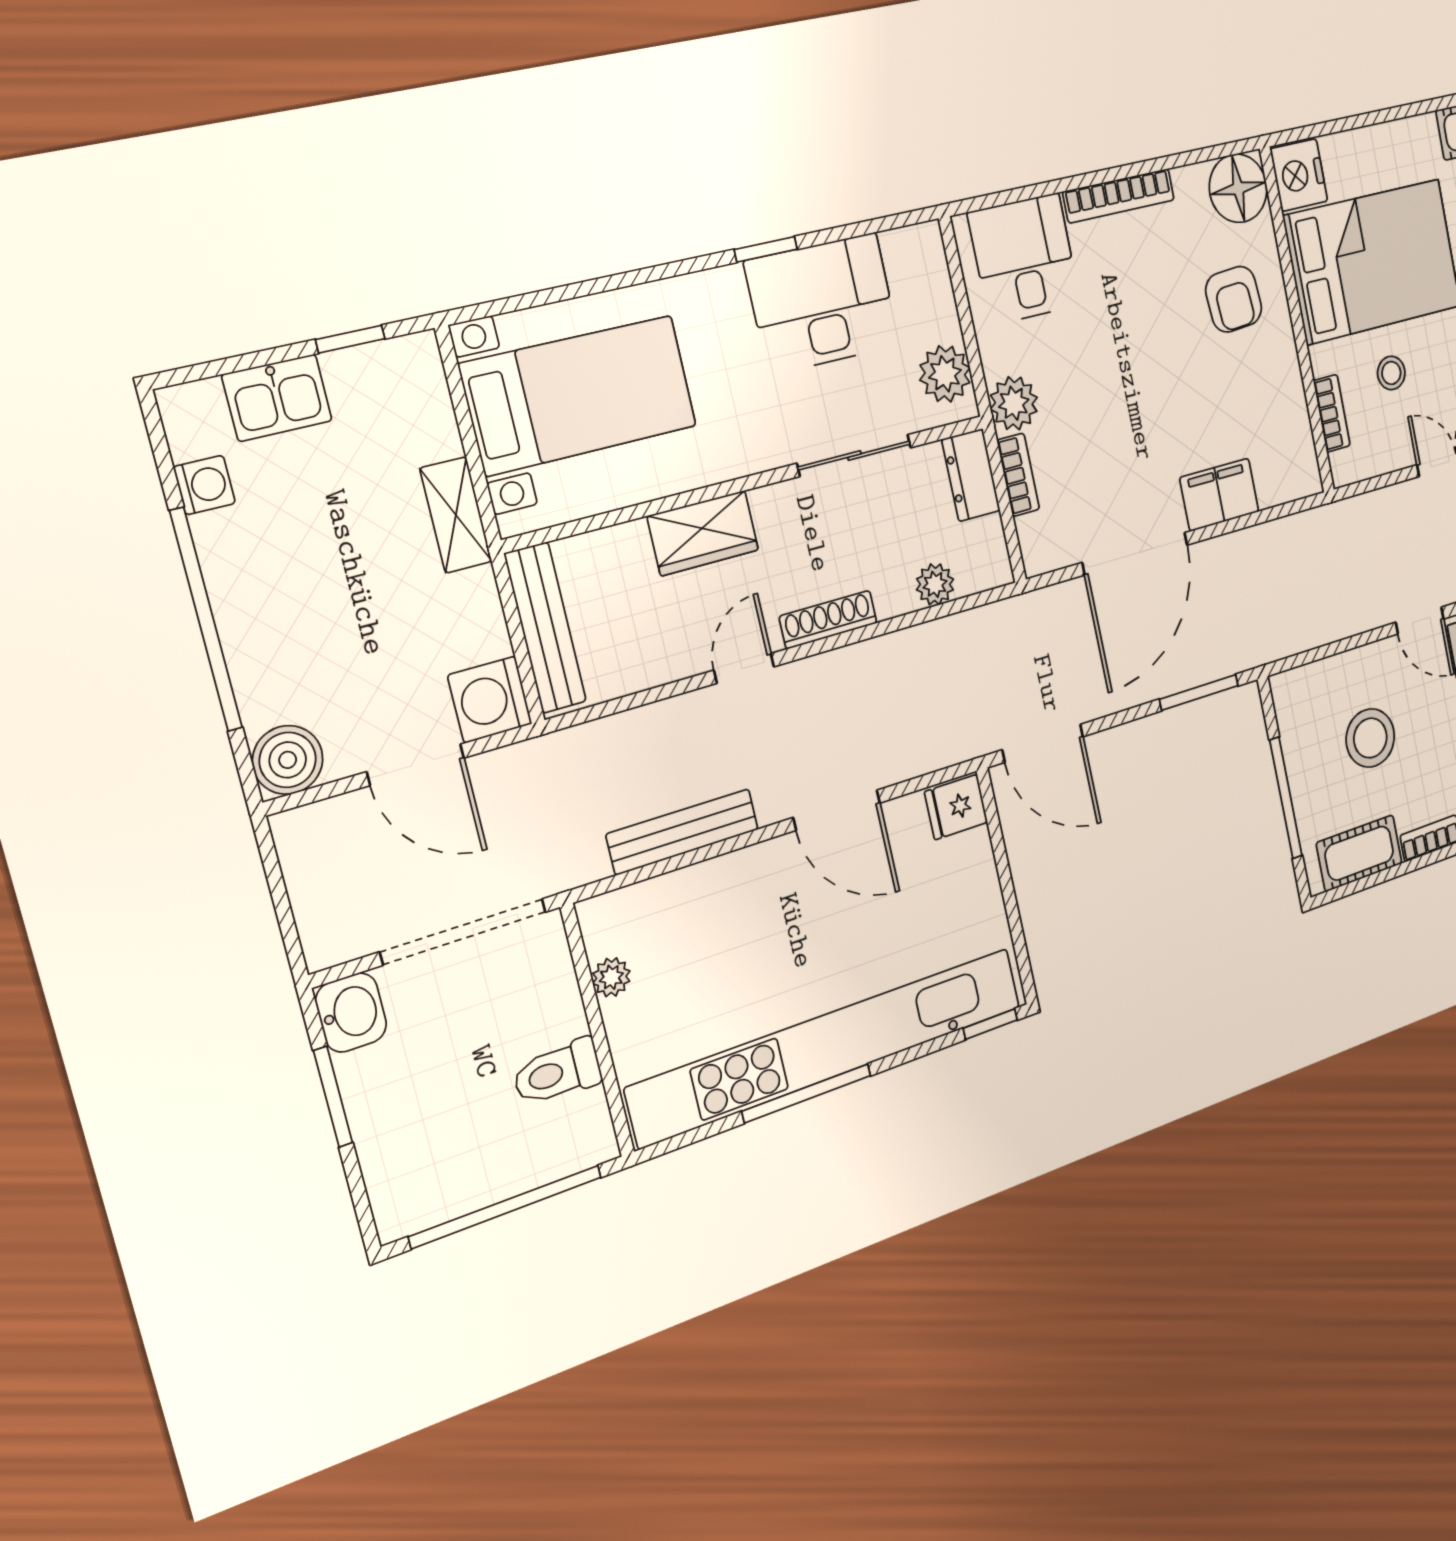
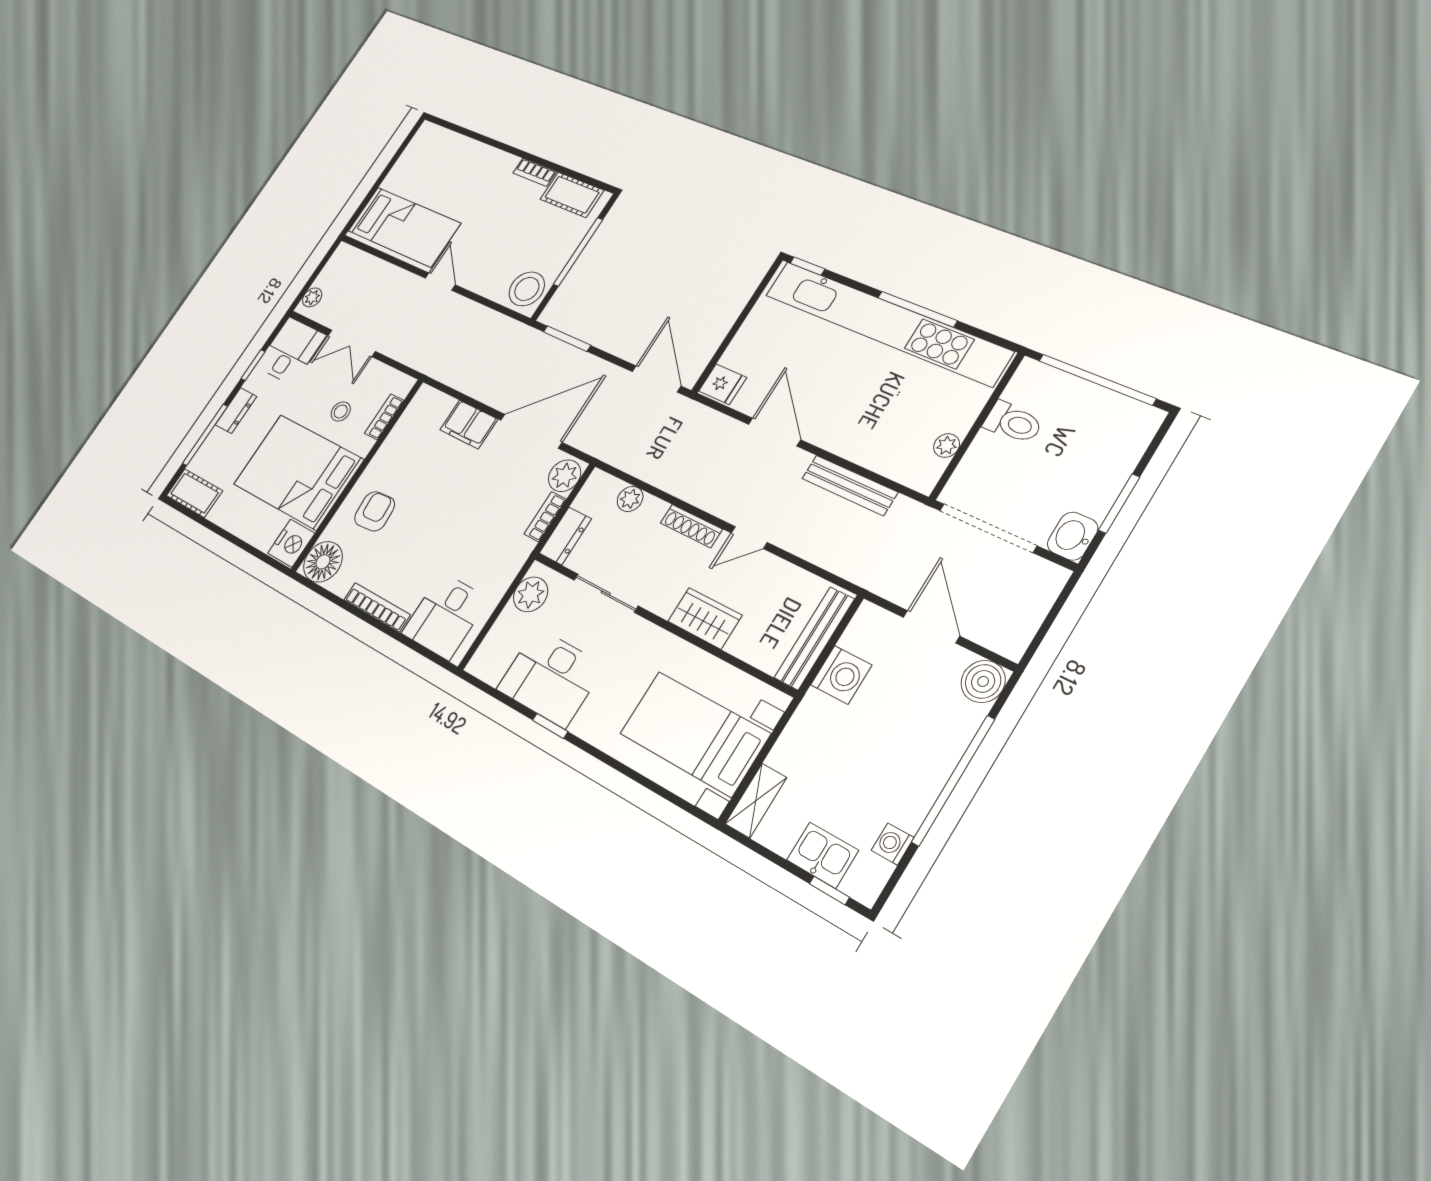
window: (350, 339) -> (829, 891), moved
plant: (1014, 403) -> (565, 476), moved
shelving: (456, 515) -> (756, 801), moved
washing machine: (490, 700) -> (841, 675), moved
stool: (1370, 738) -> (527, 289), moved

